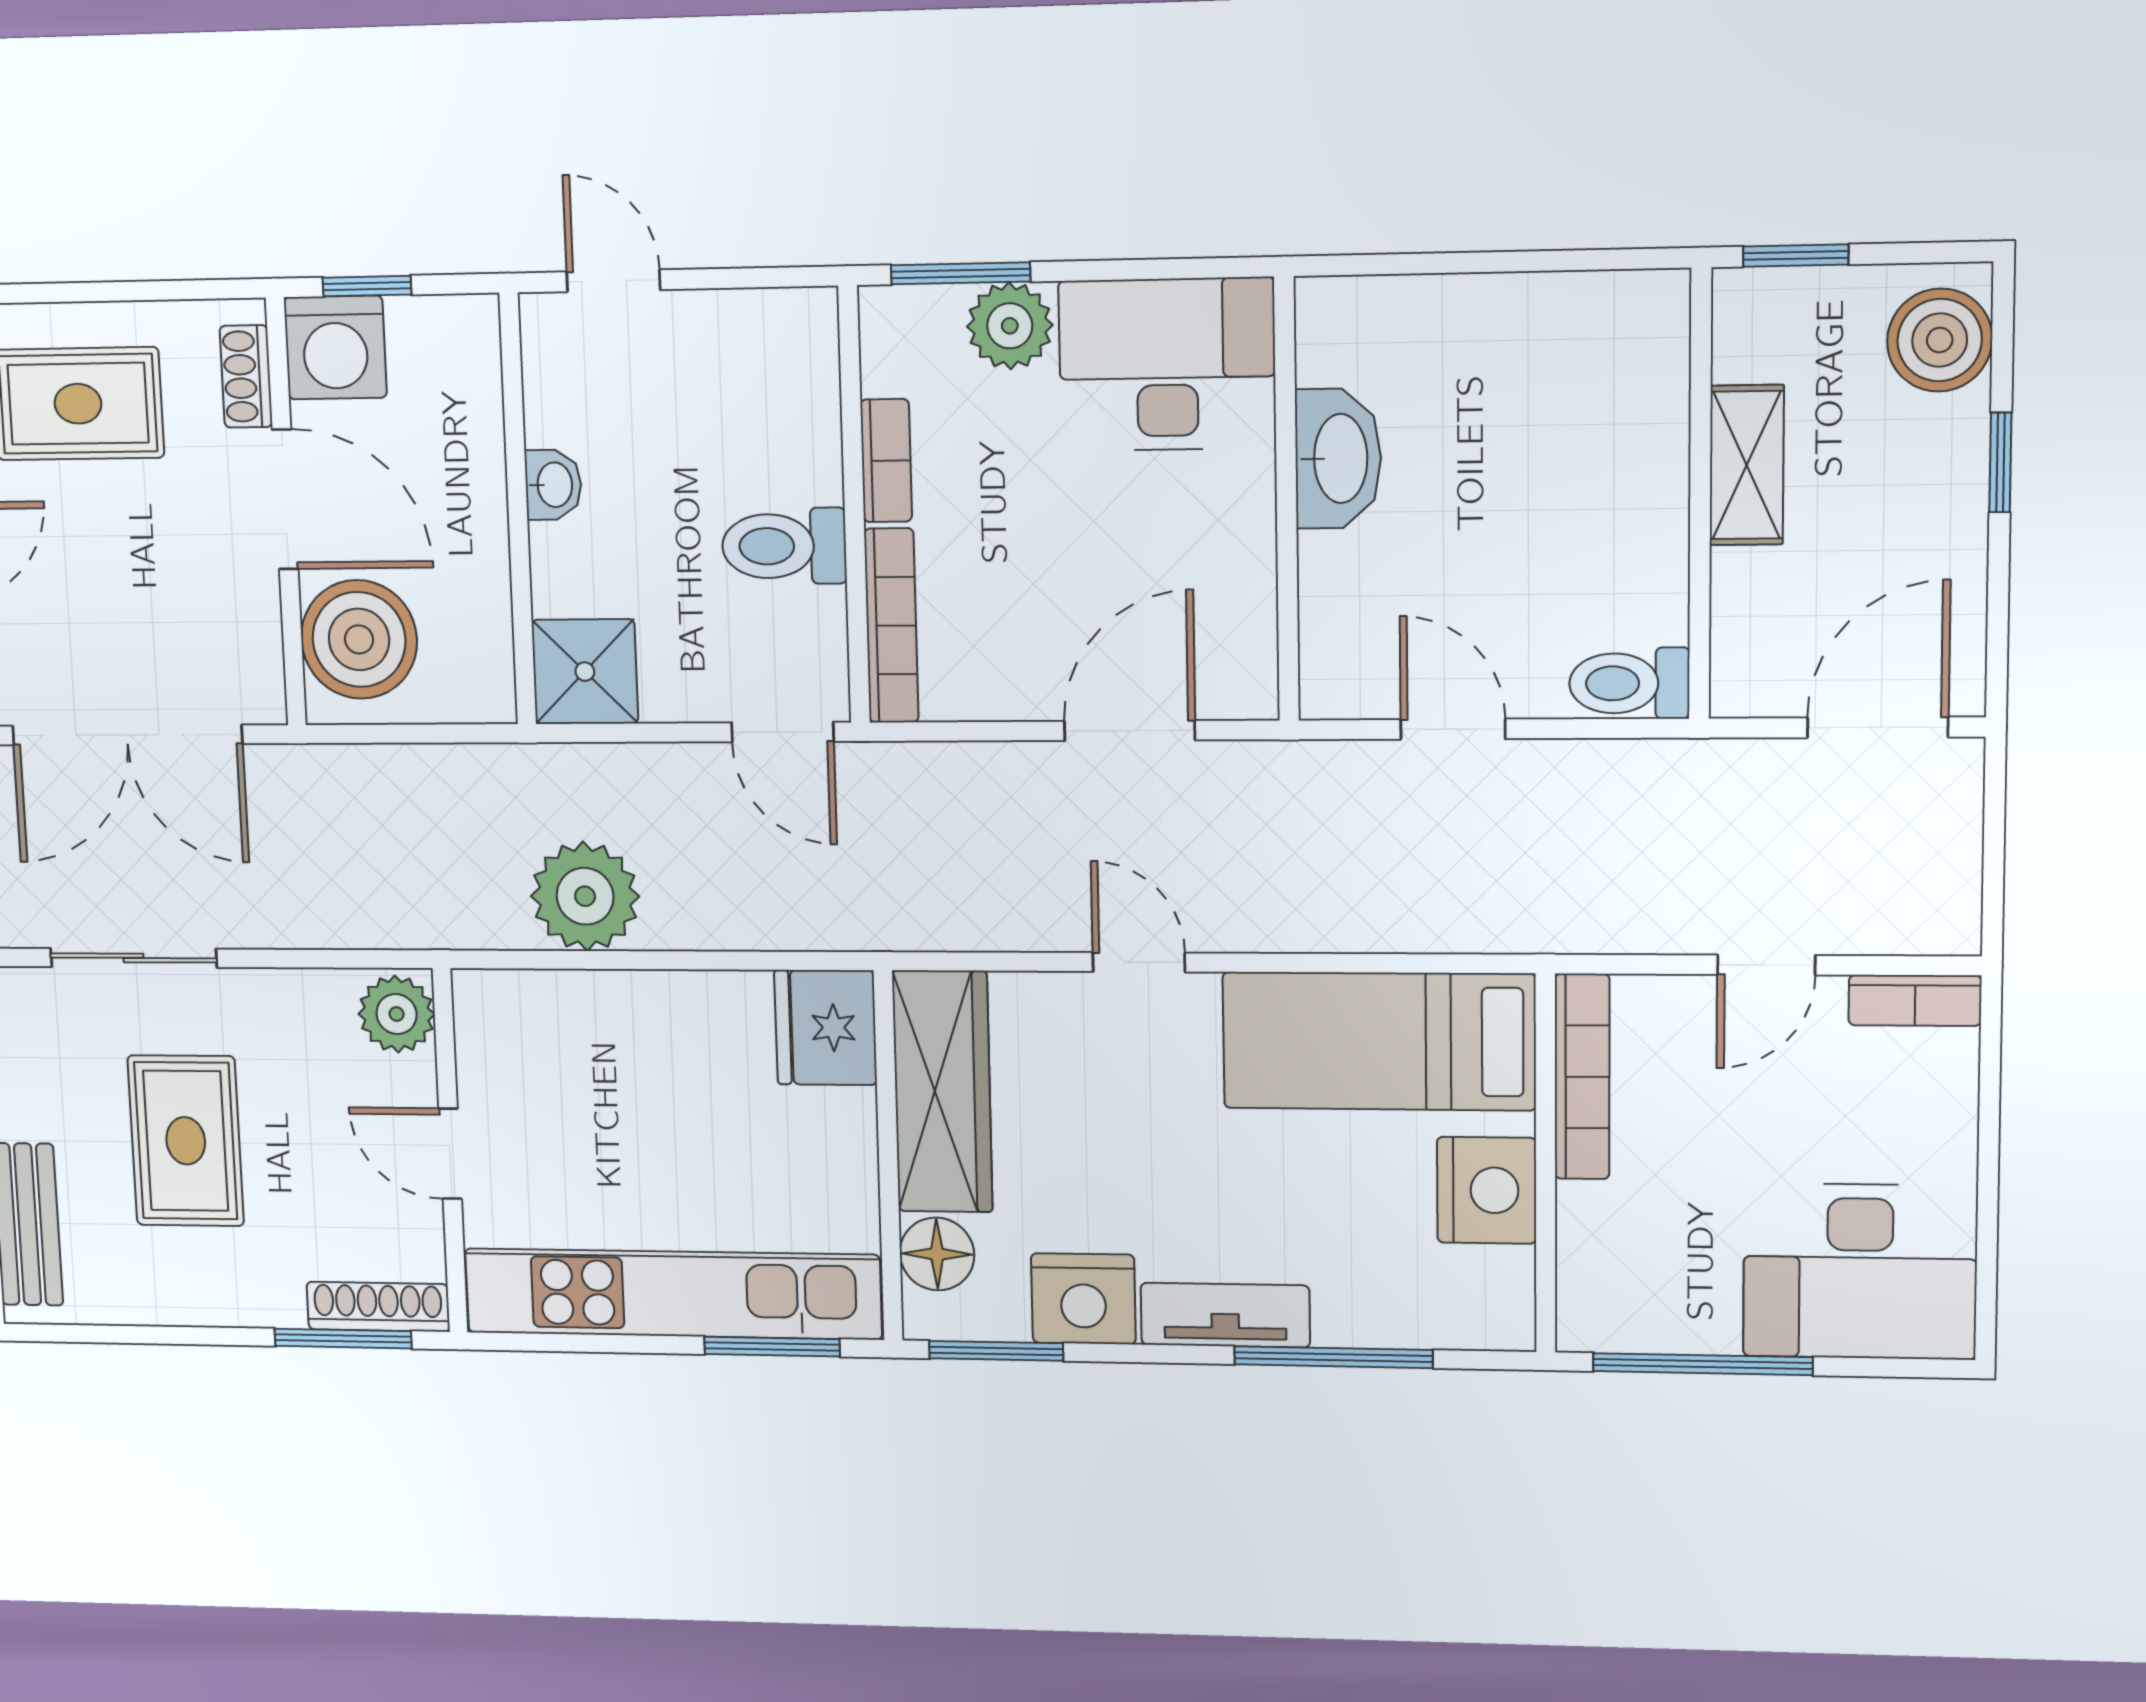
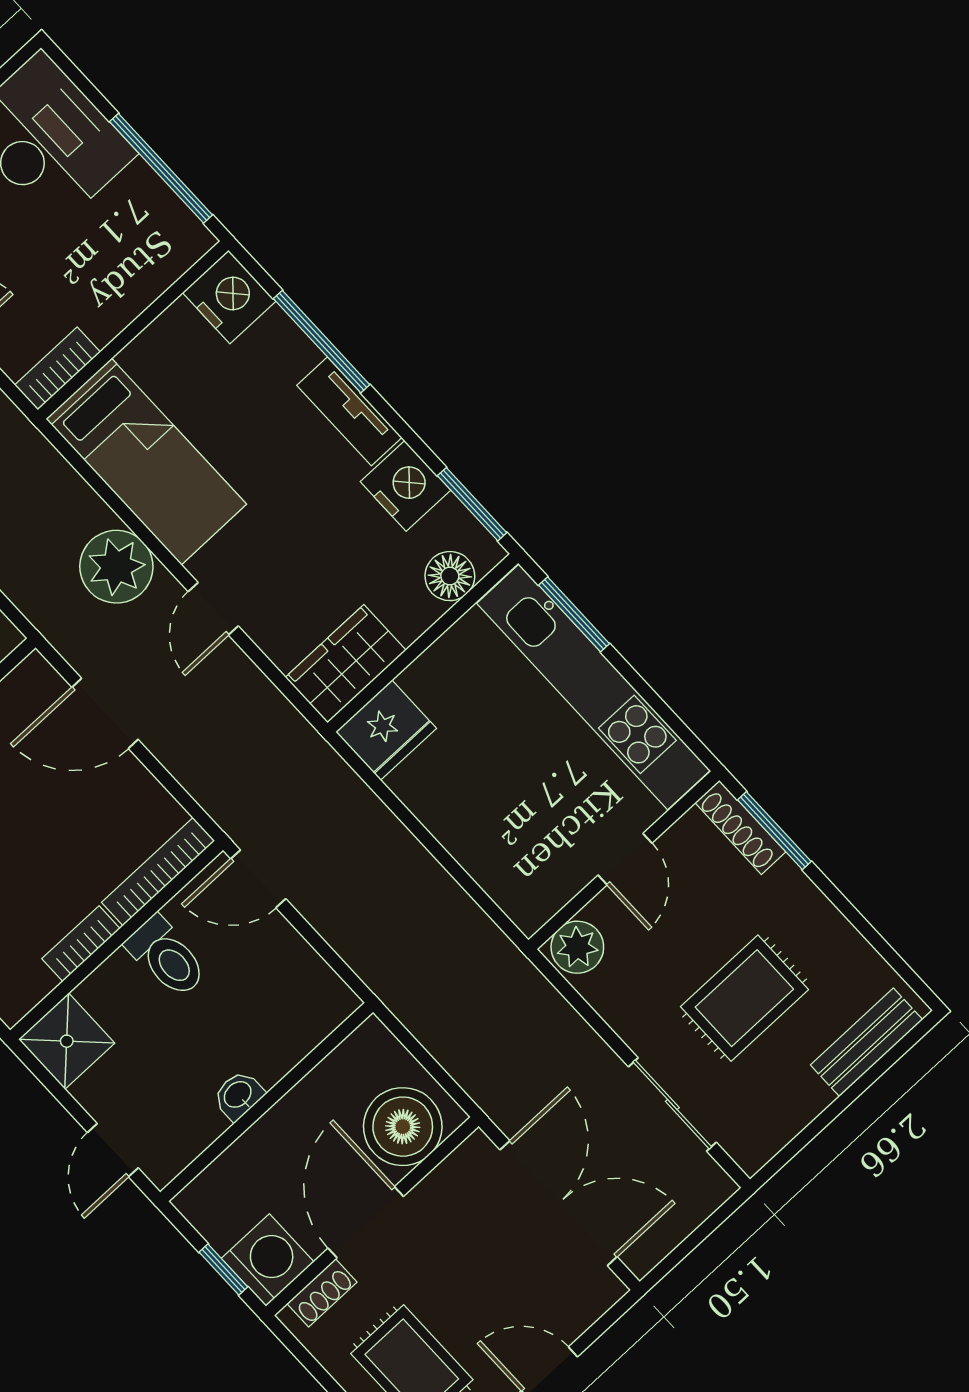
shower: (585, 672) -> (67, 1041), moved
door: (783, 732) -> (258, 879), swing flipped
plant: (585, 896) -> (116, 567), moved
bookcase: (1582, 1077) -> (57, 368), width x0.64
wardrobe: (942, 1092) -> (346, 664), width x0.67
nightstand: (1487, 1190) -> (229, 297), moved, turned 90

